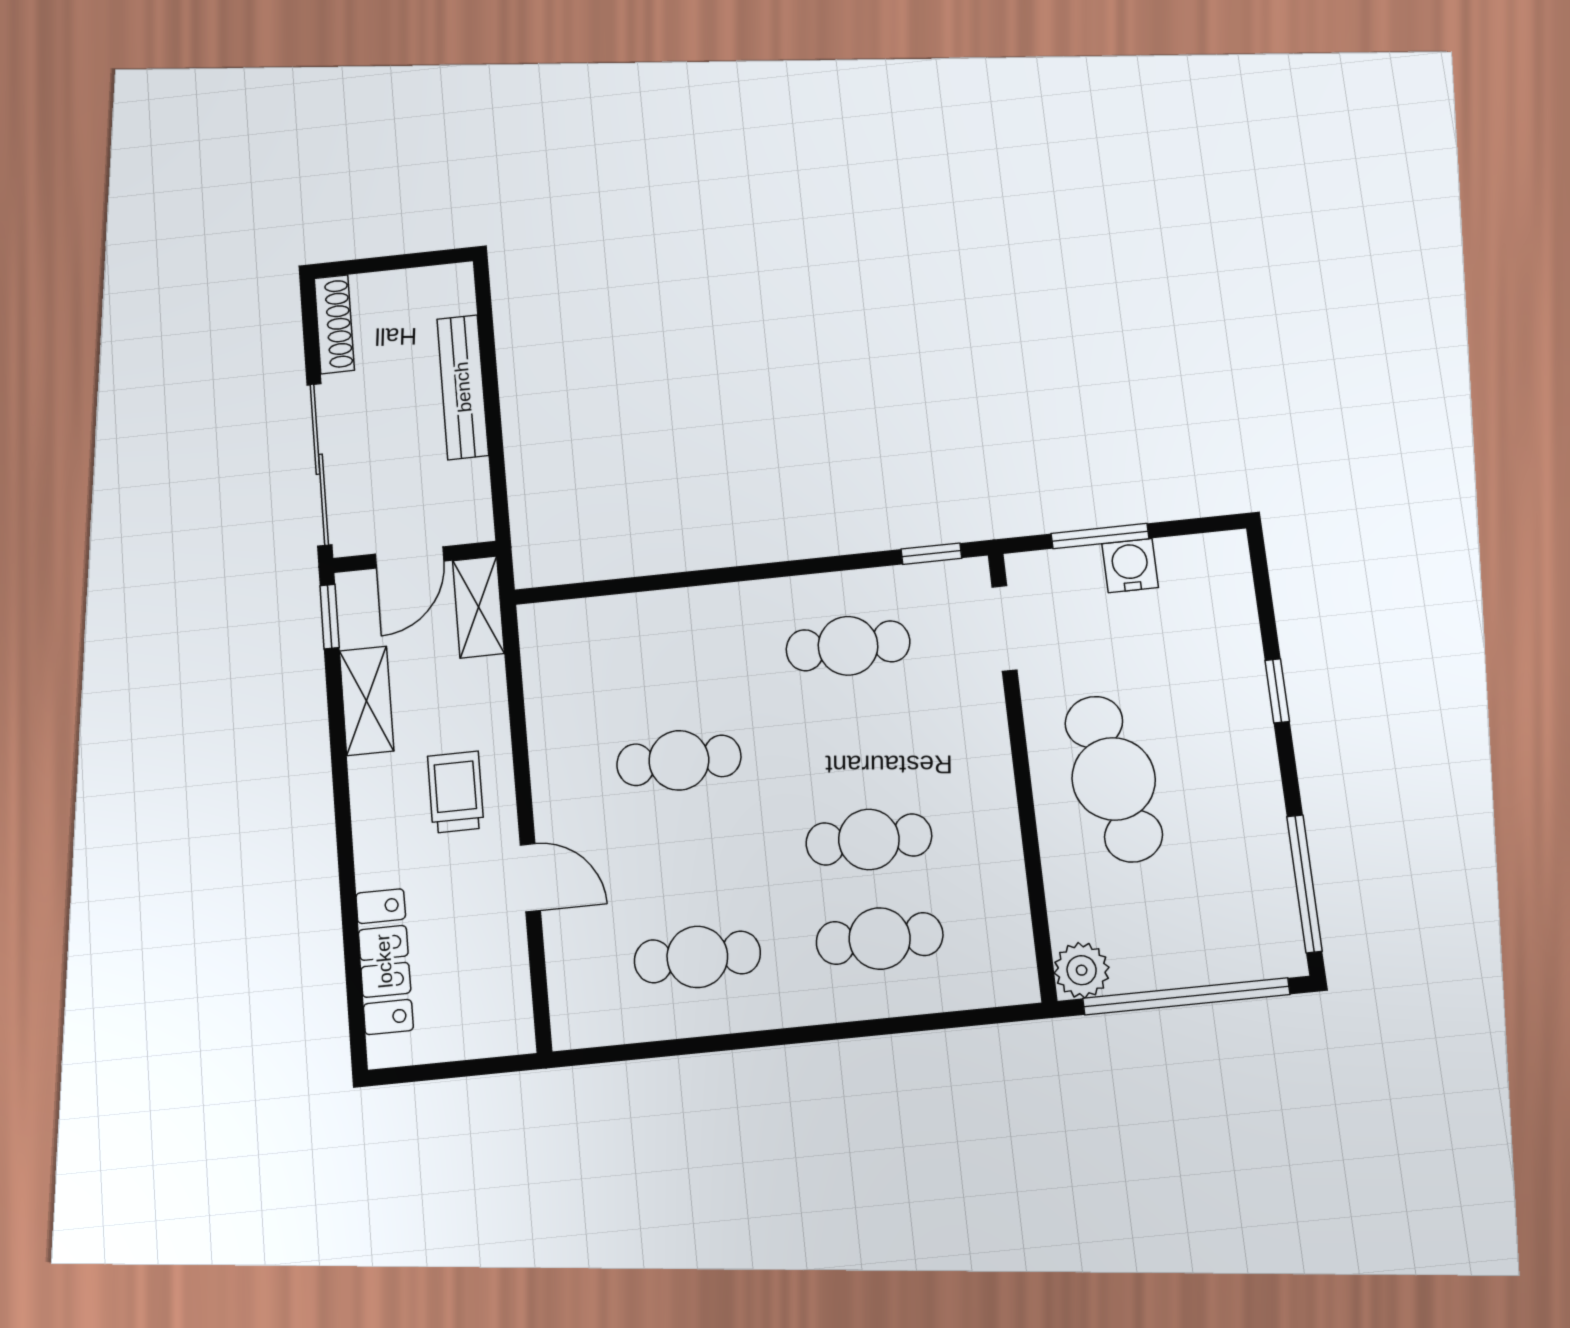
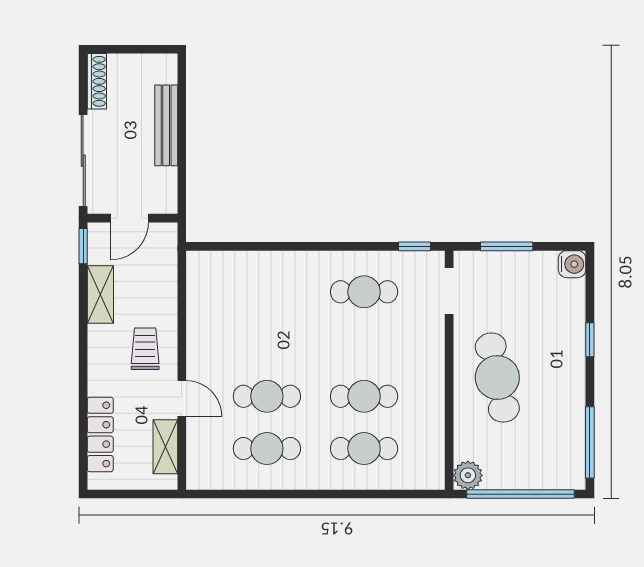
water cooler: (1130, 566) -> (572, 264), moved, turned 90
shelving: (478, 607) -> (165, 447), moved
cafe table: (679, 760) -> (267, 396), moved

